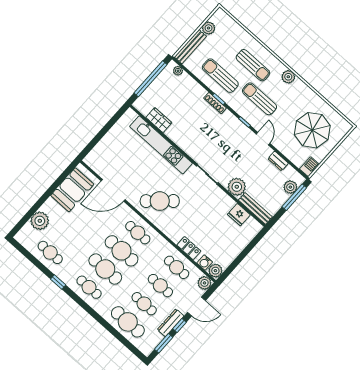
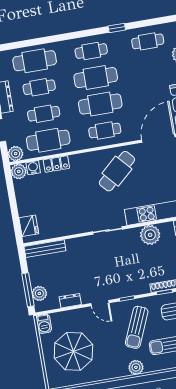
sun lounger: (259, 99) -> (137, 327), turned 113
plant: (237, 187) -> (150, 235), moved
fridge: (239, 215) -> (29, 226), moved, turned 90
cafe table: (177, 267) -> (48, 140), width x1.37, depth x1.35

